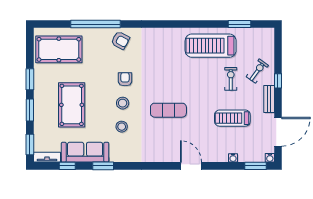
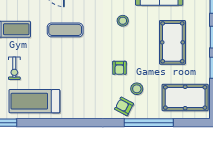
treadmill: (211, 46) -> (34, 101), turned 180
stool: (123, 103) -> (137, 89), moved
exercise mat: (168, 110) -> (65, 30), moved

